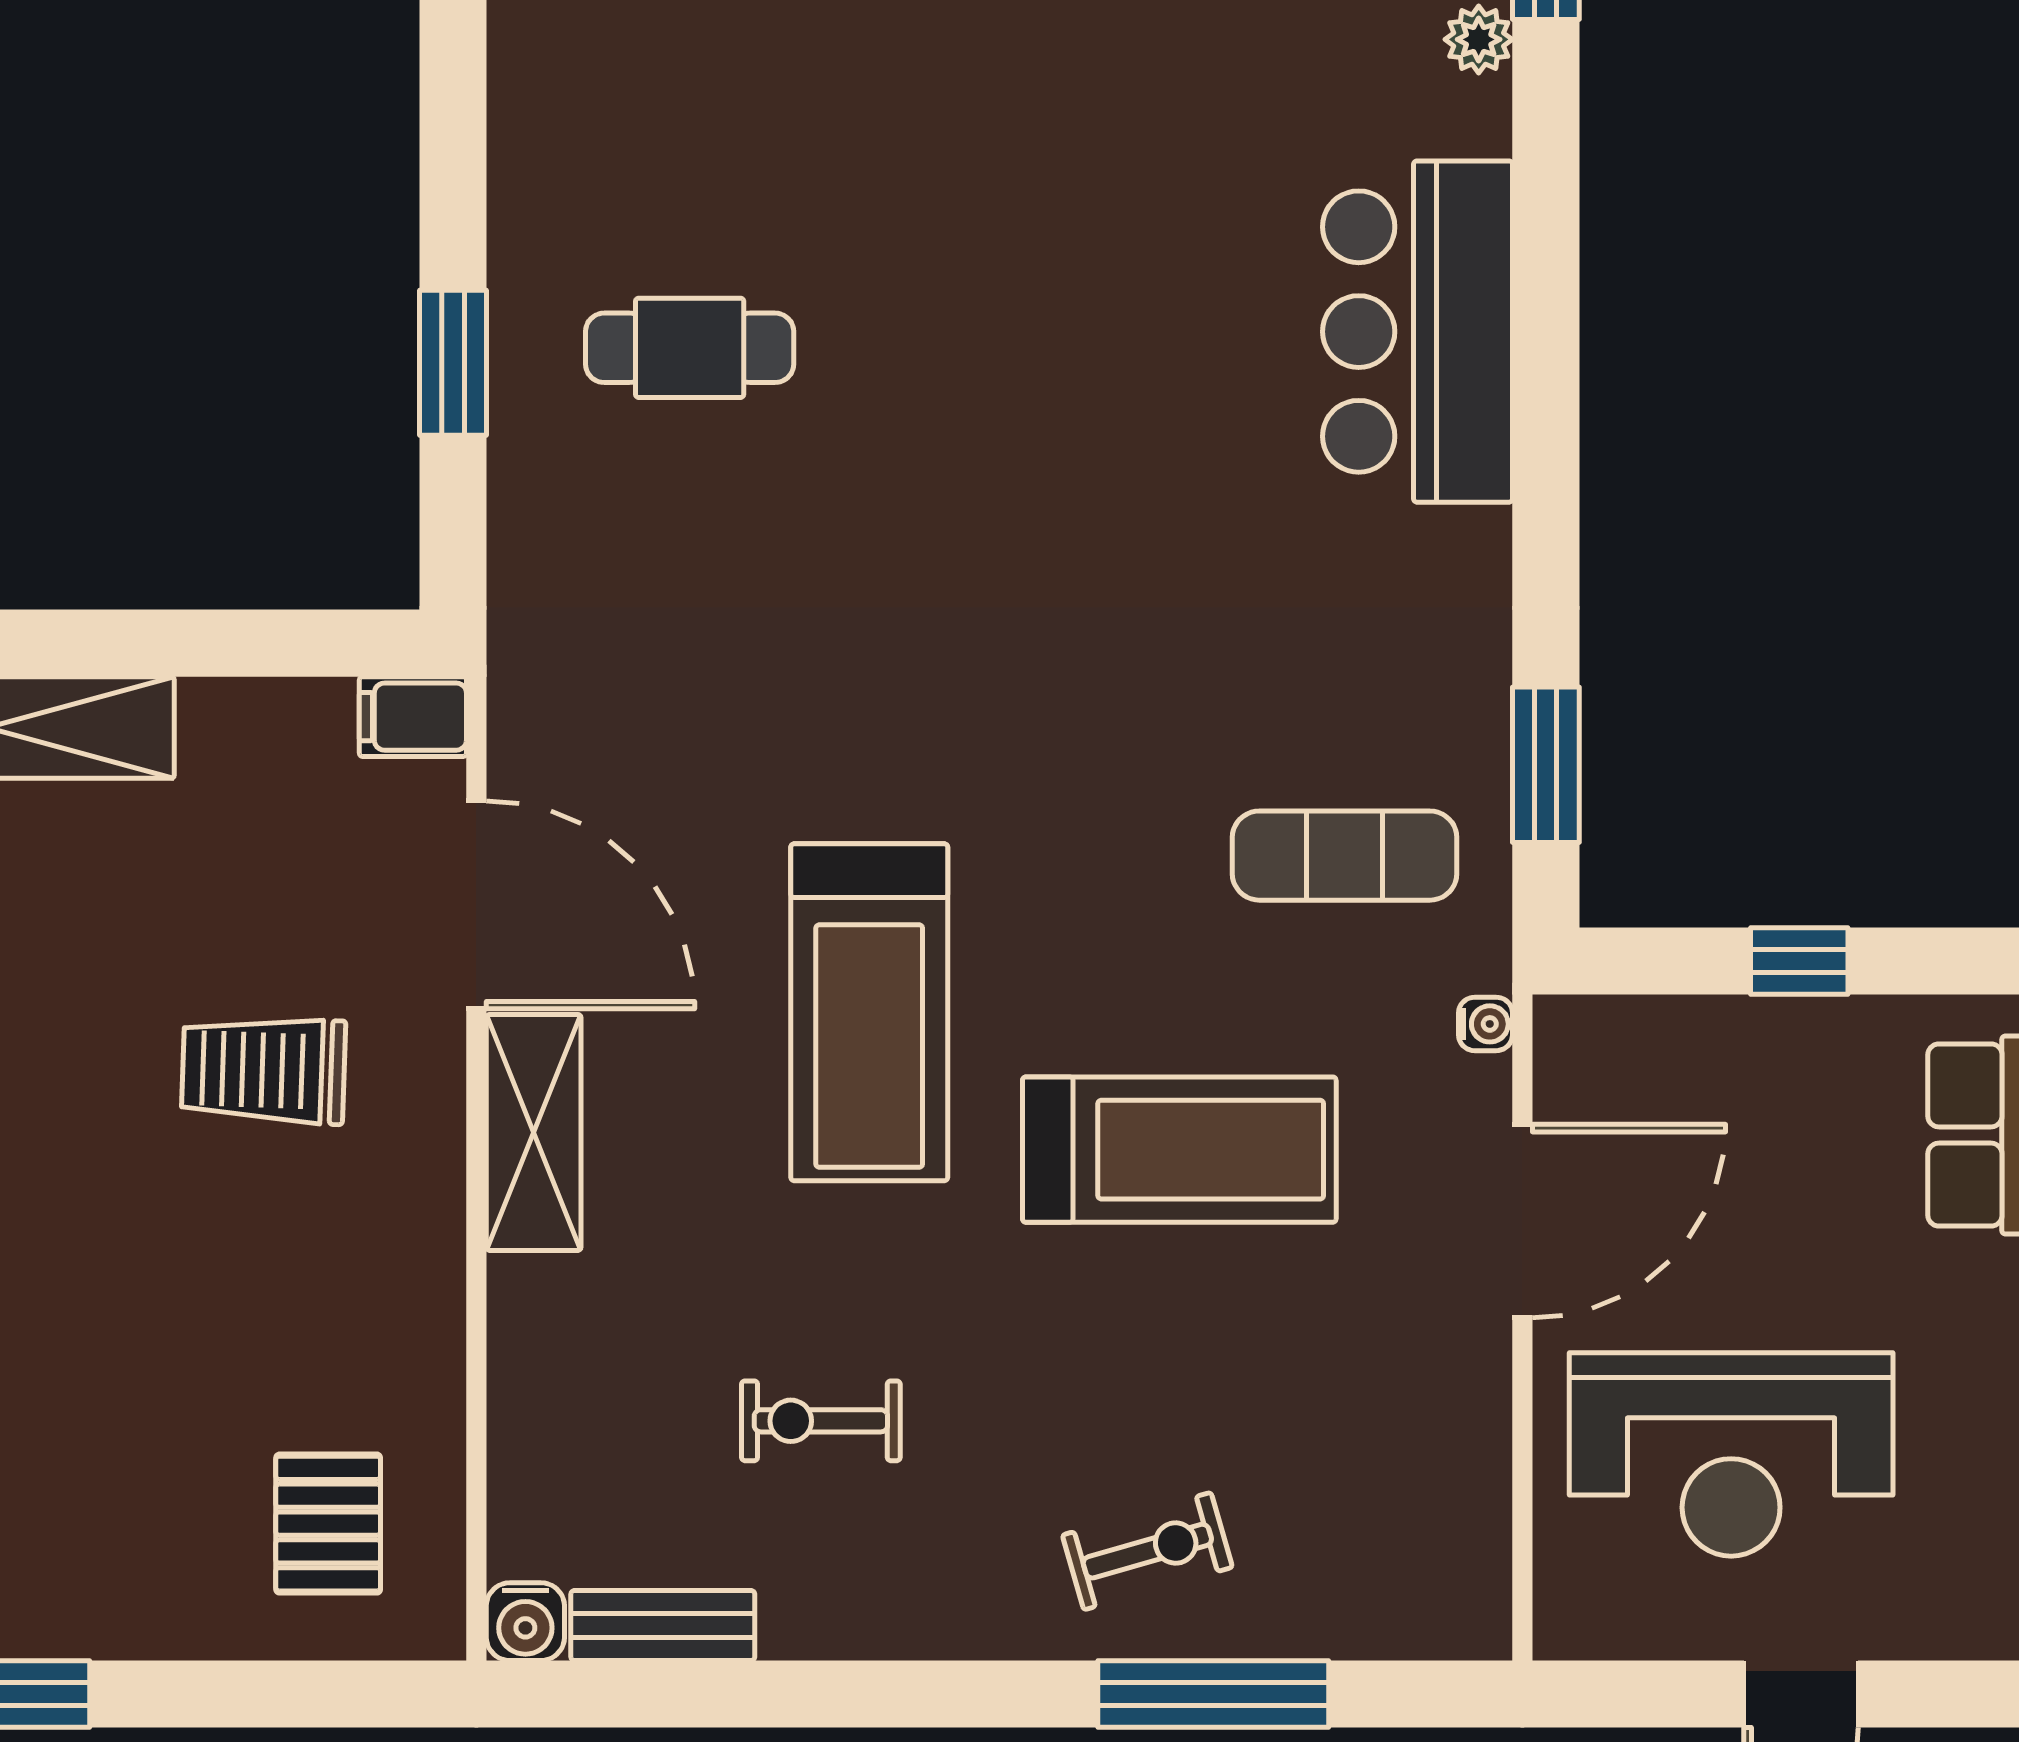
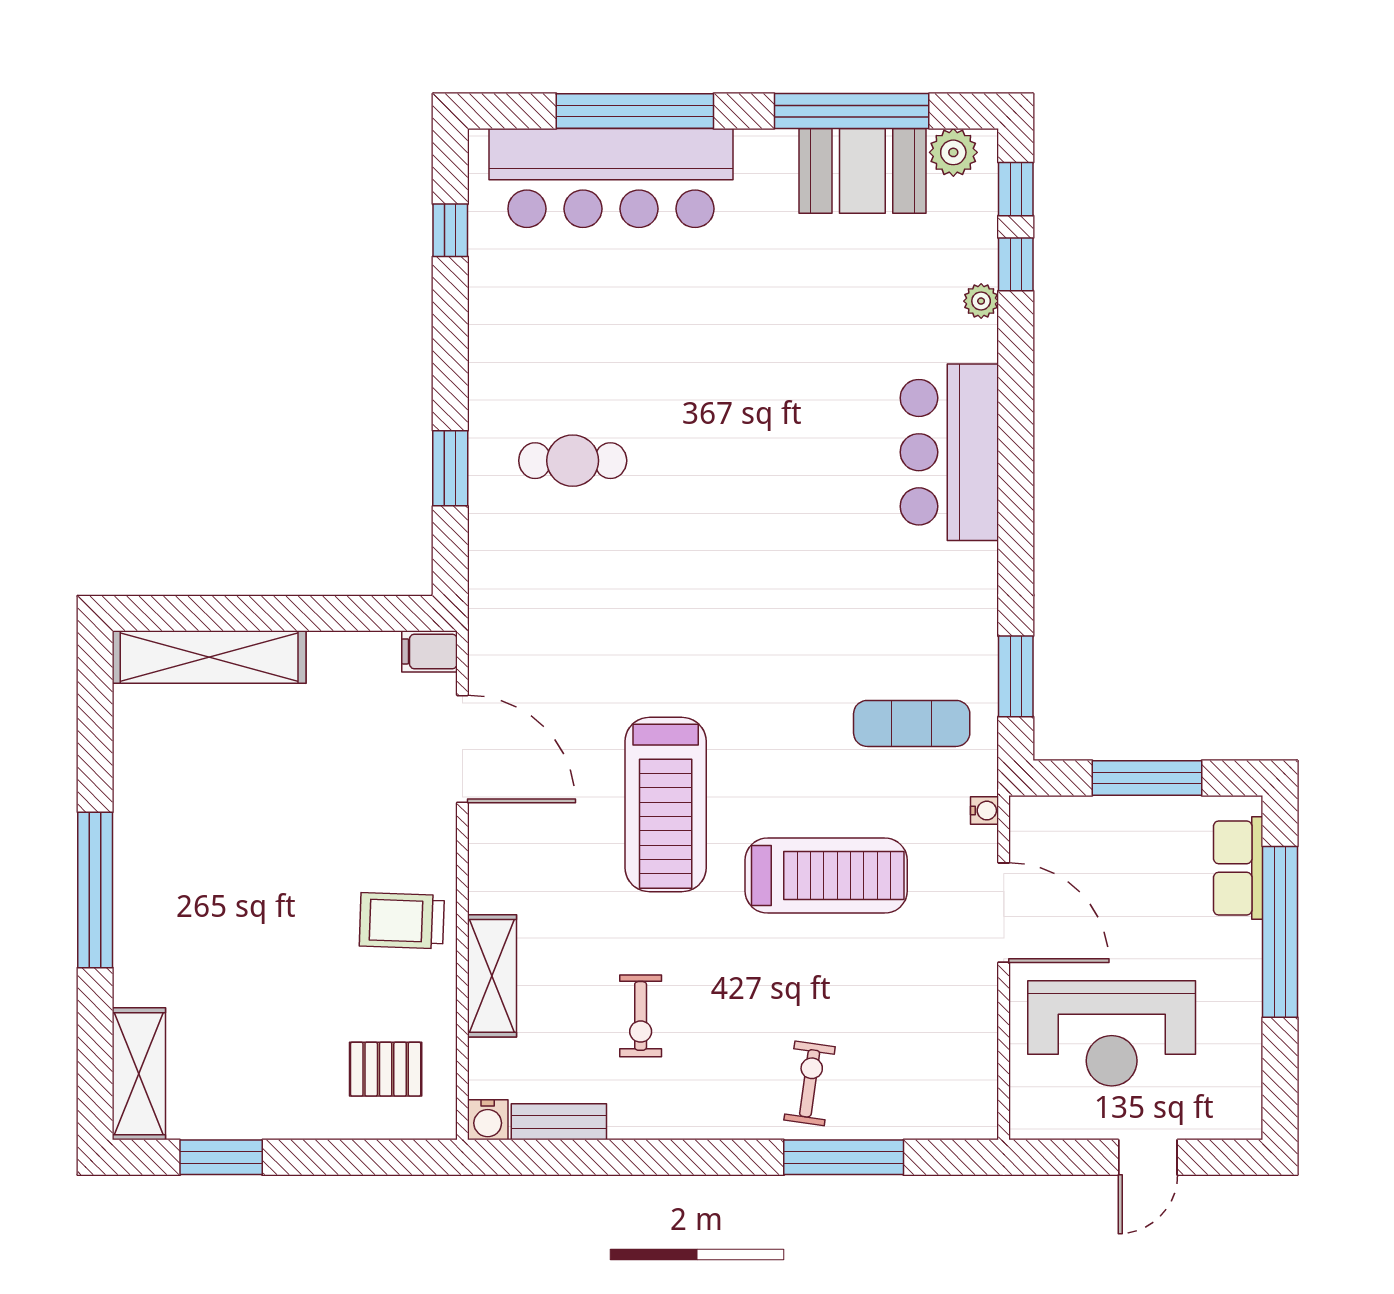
window: (1799, 961) -> (1147, 778), width x2.17
trolley: (264, 1070) -> (402, 921), moved
shelving: (534, 1132) -> (492, 976), moved
door: (1522, 1221) -> (1004, 913), hinge flipped
exercise bike: (821, 1421) -> (641, 1016), turned -90
pallet: (328, 1524) -> (386, 1069), turned 90
exercise bike: (1147, 1551) -> (810, 1083), turned -66

